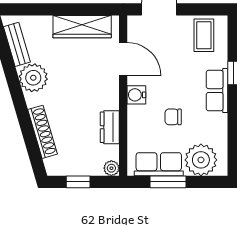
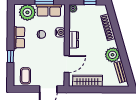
door: (123, 59) -> (67, 64), swing flipped
row of seats: (217, 91) -> (19, 38), moved
water cooler: (136, 95) -> (60, 32), moved
dresser: (110, 127) -> (74, 40), moved

